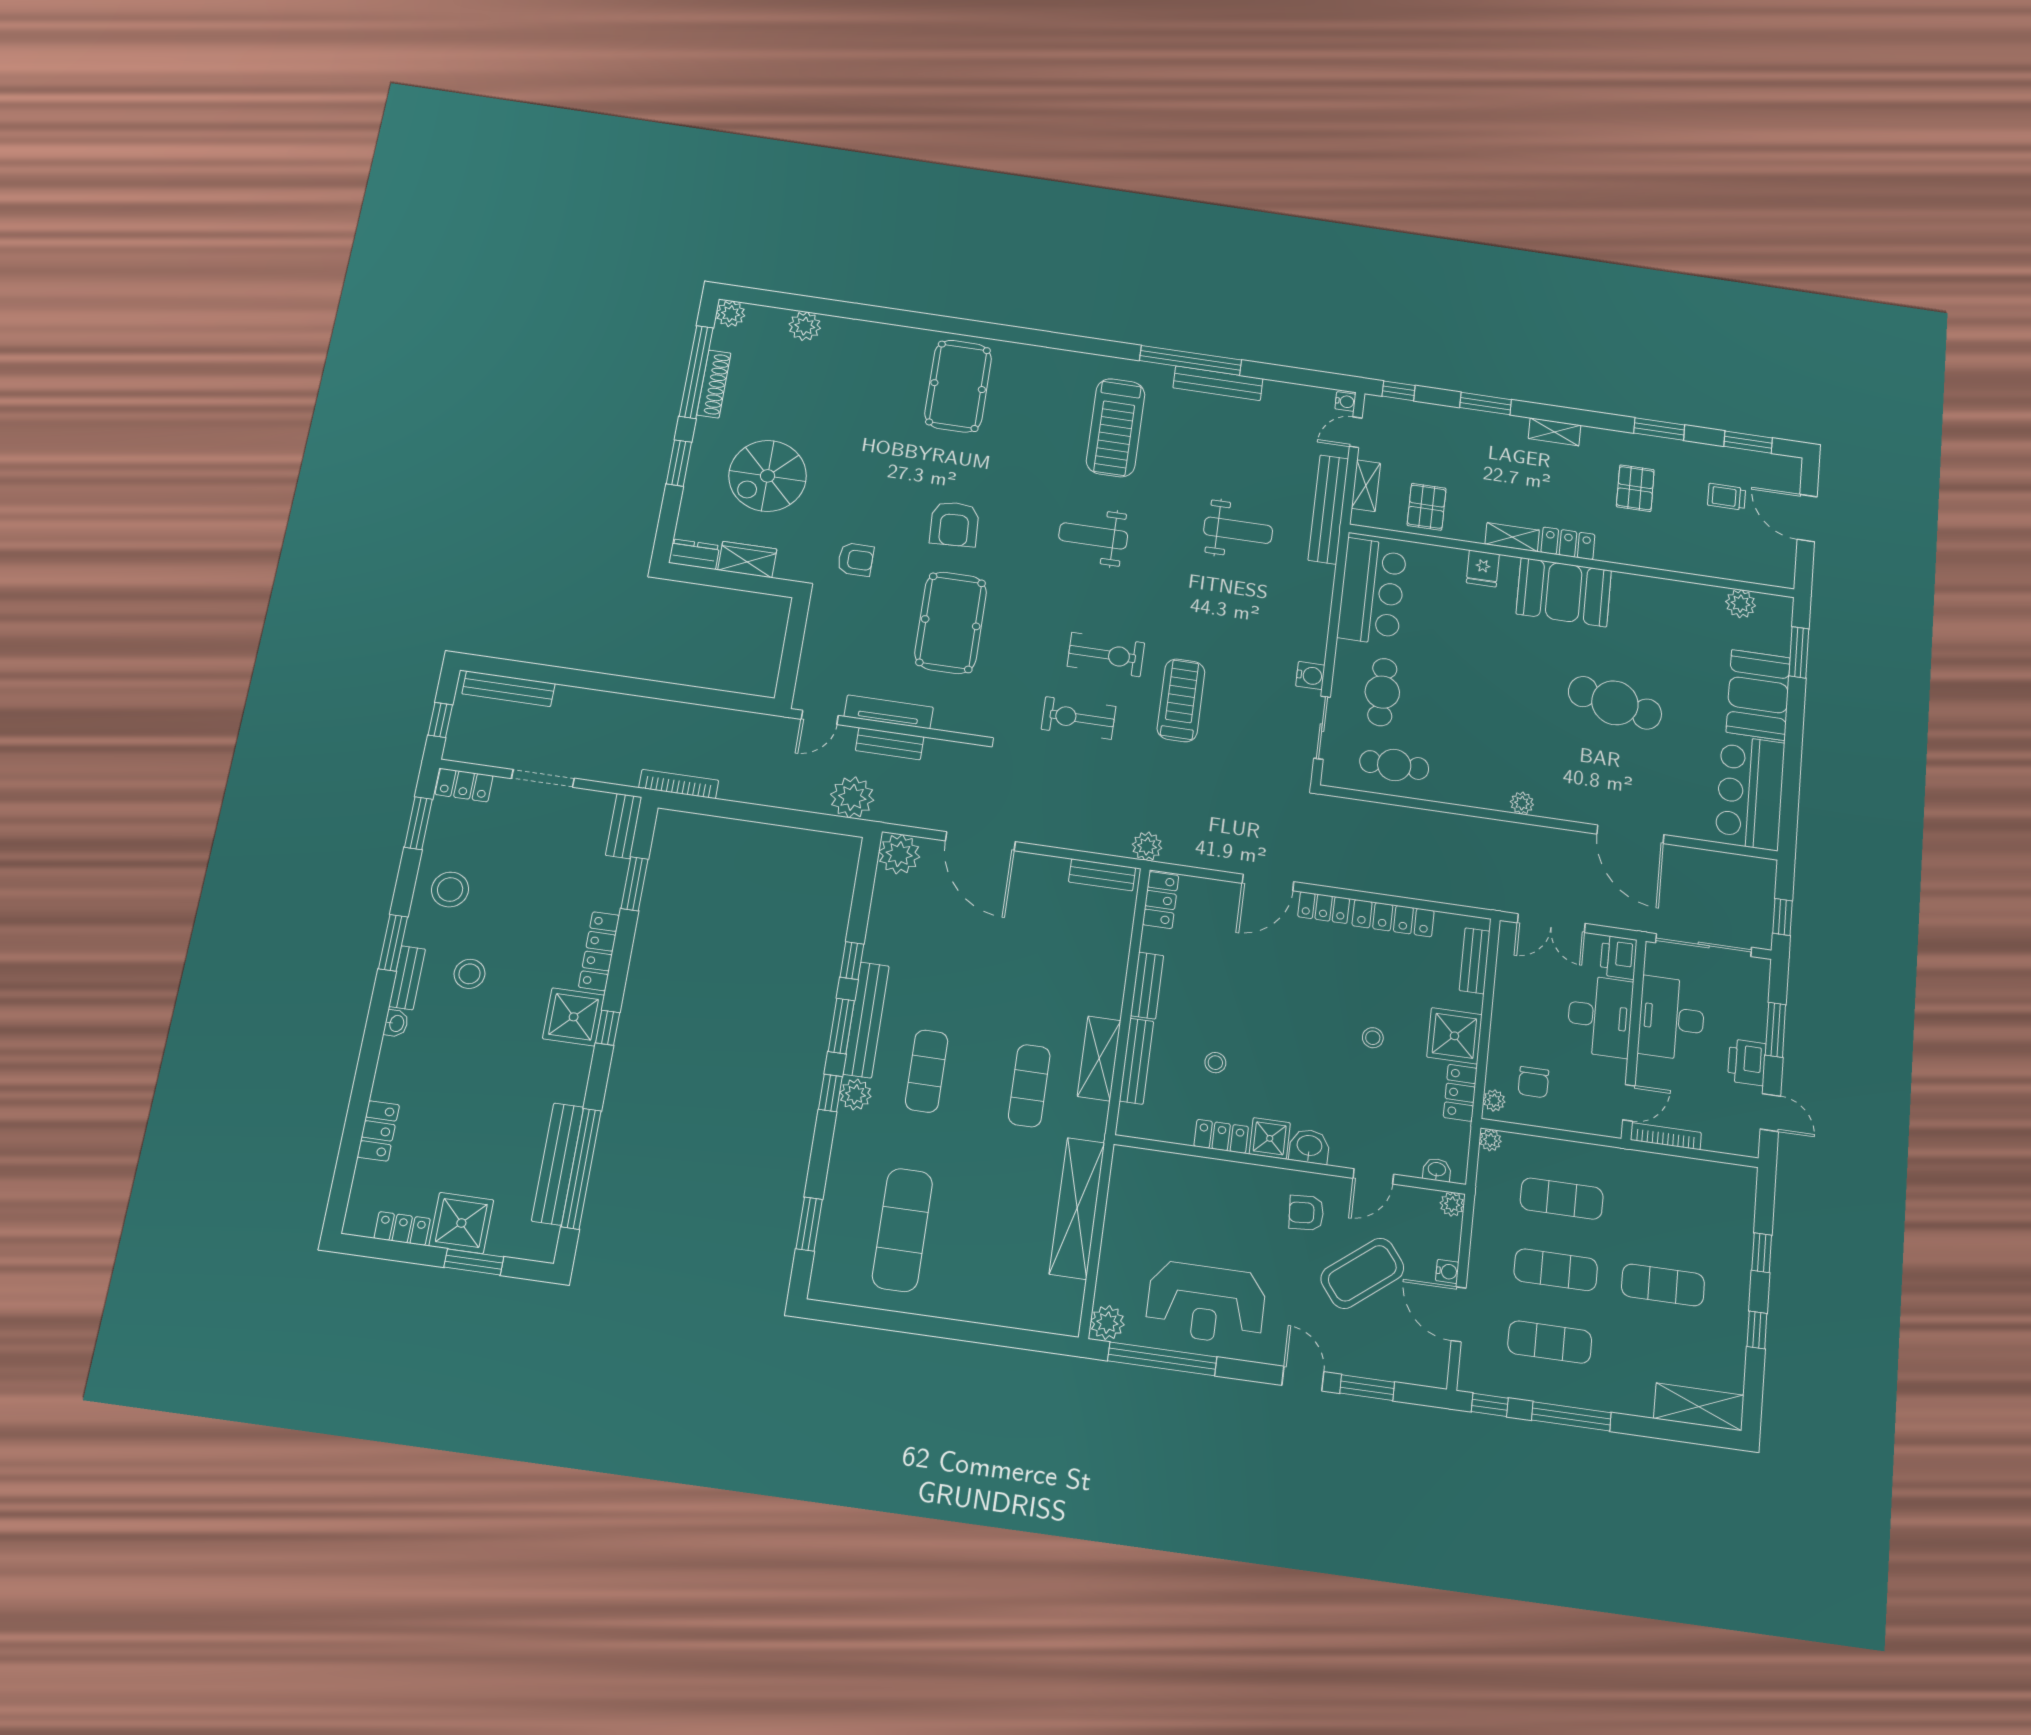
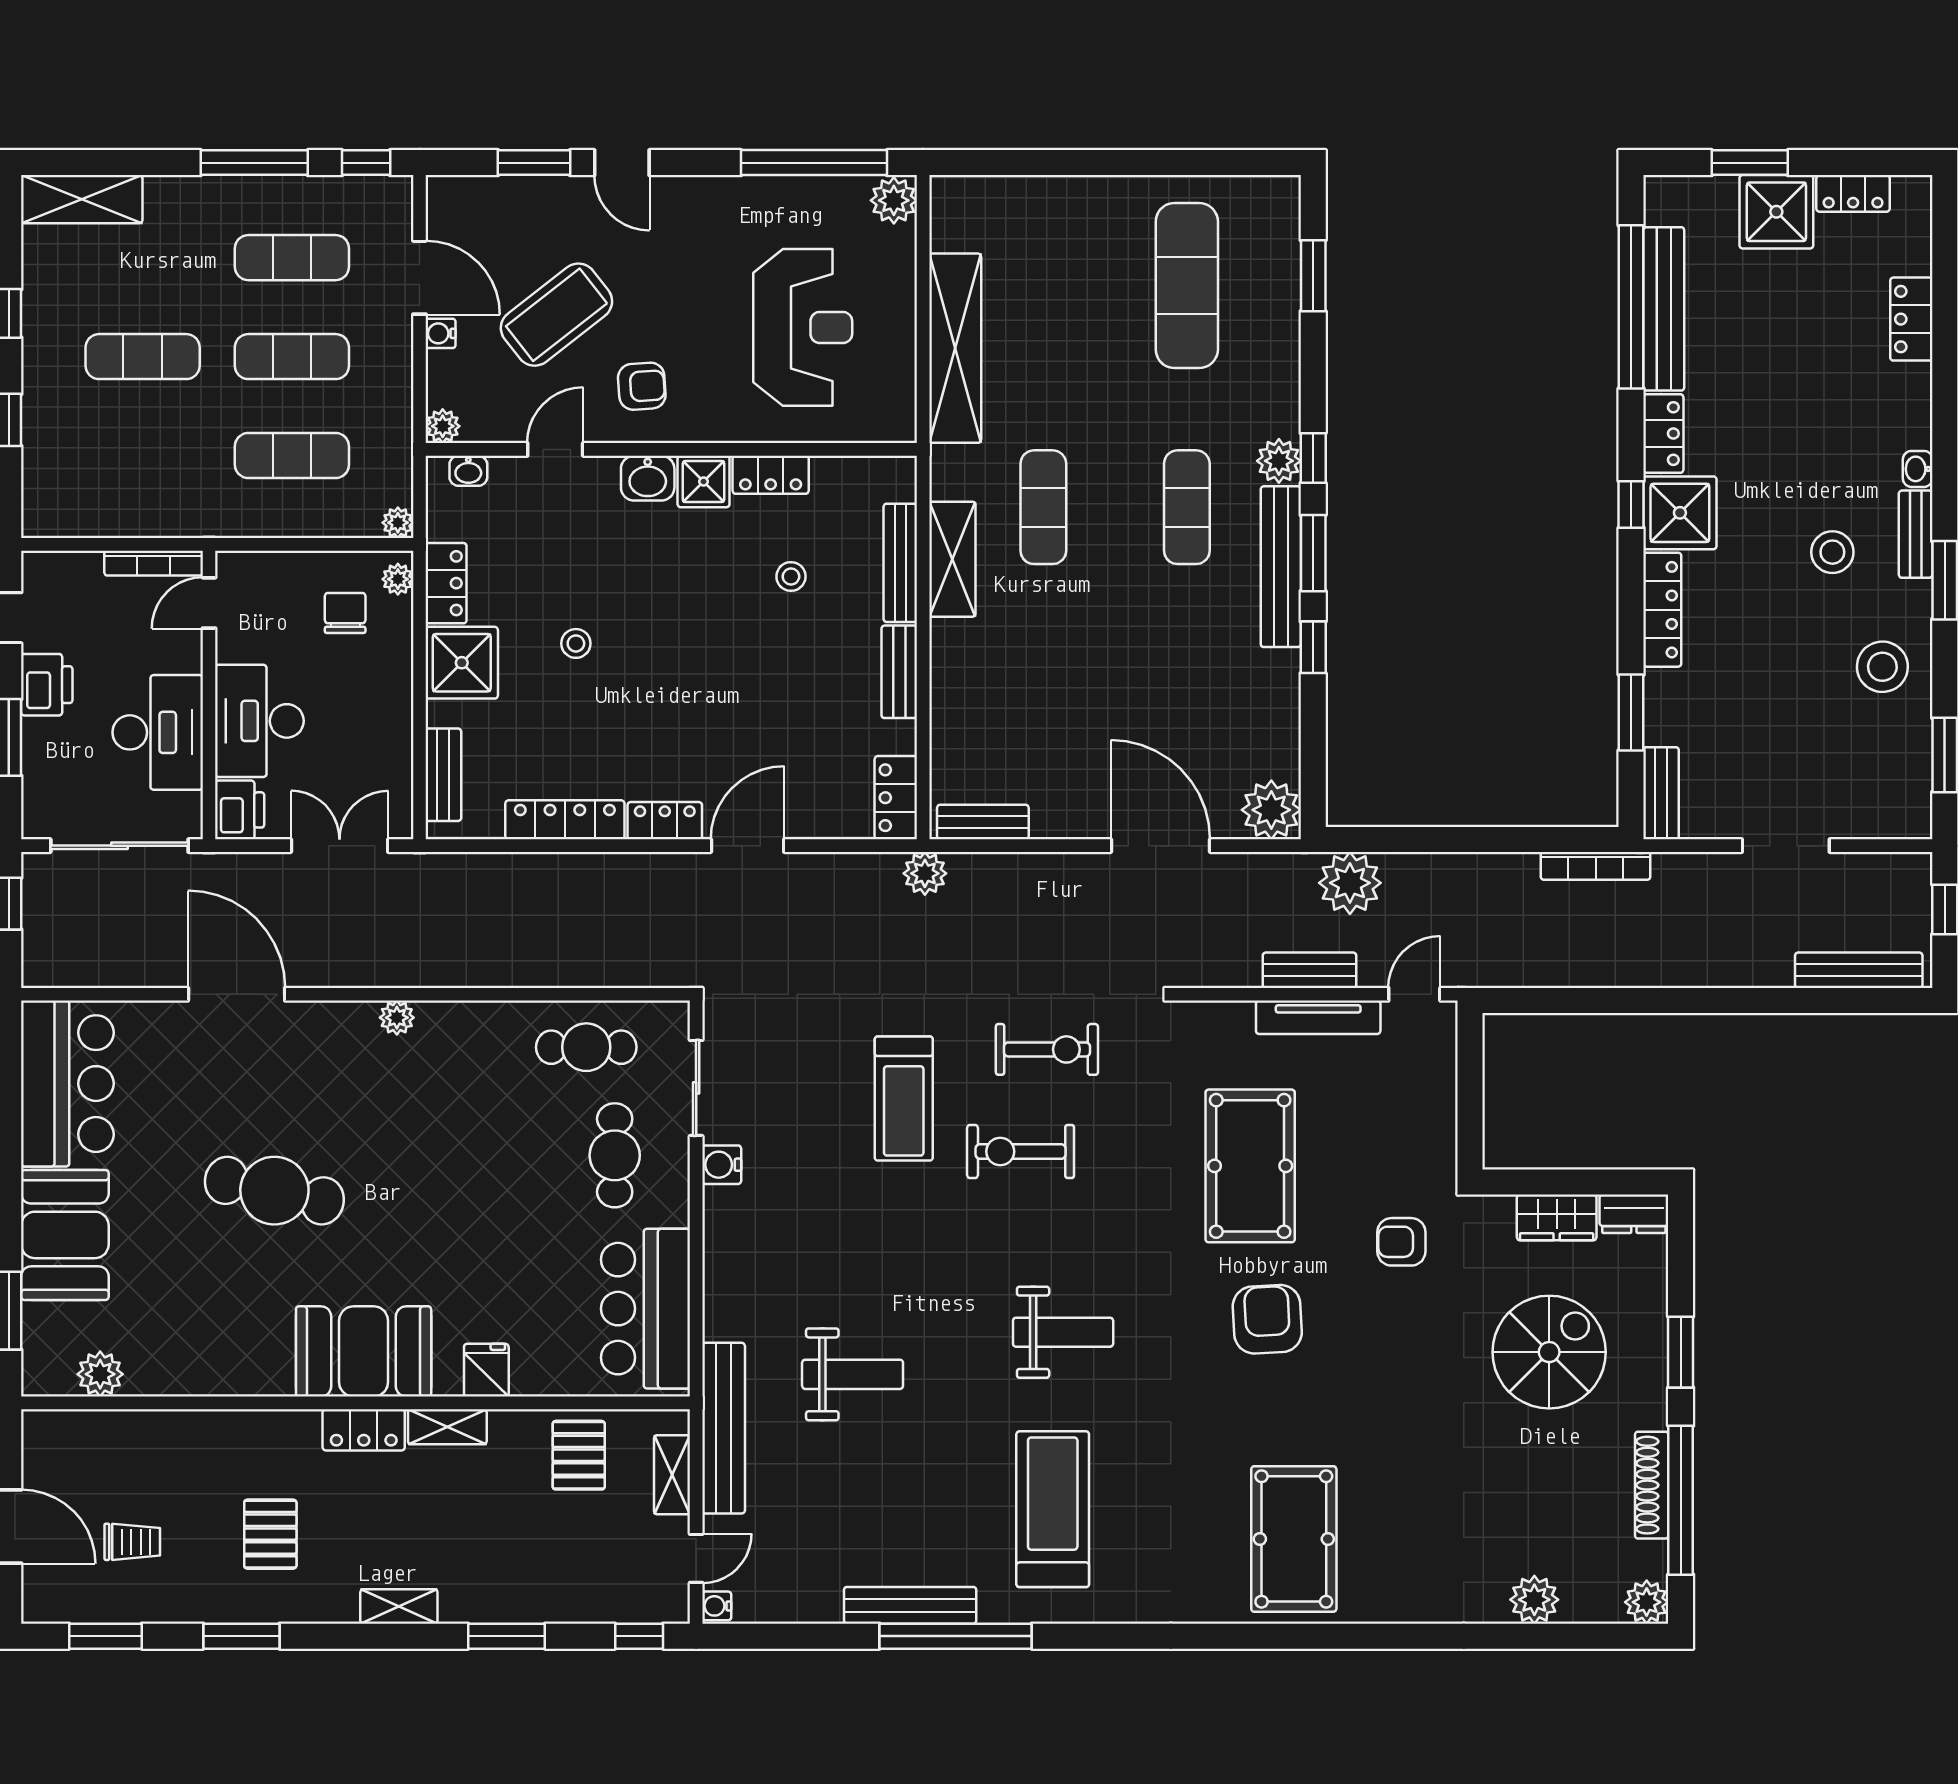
weight bench: (1238, 530) -> (853, 1374), turned 180
locker: (464, 785) -> (1663, 434), moved, turned 90
reception desk: (1206, 1303) -> (803, 327), moved, turned 90

